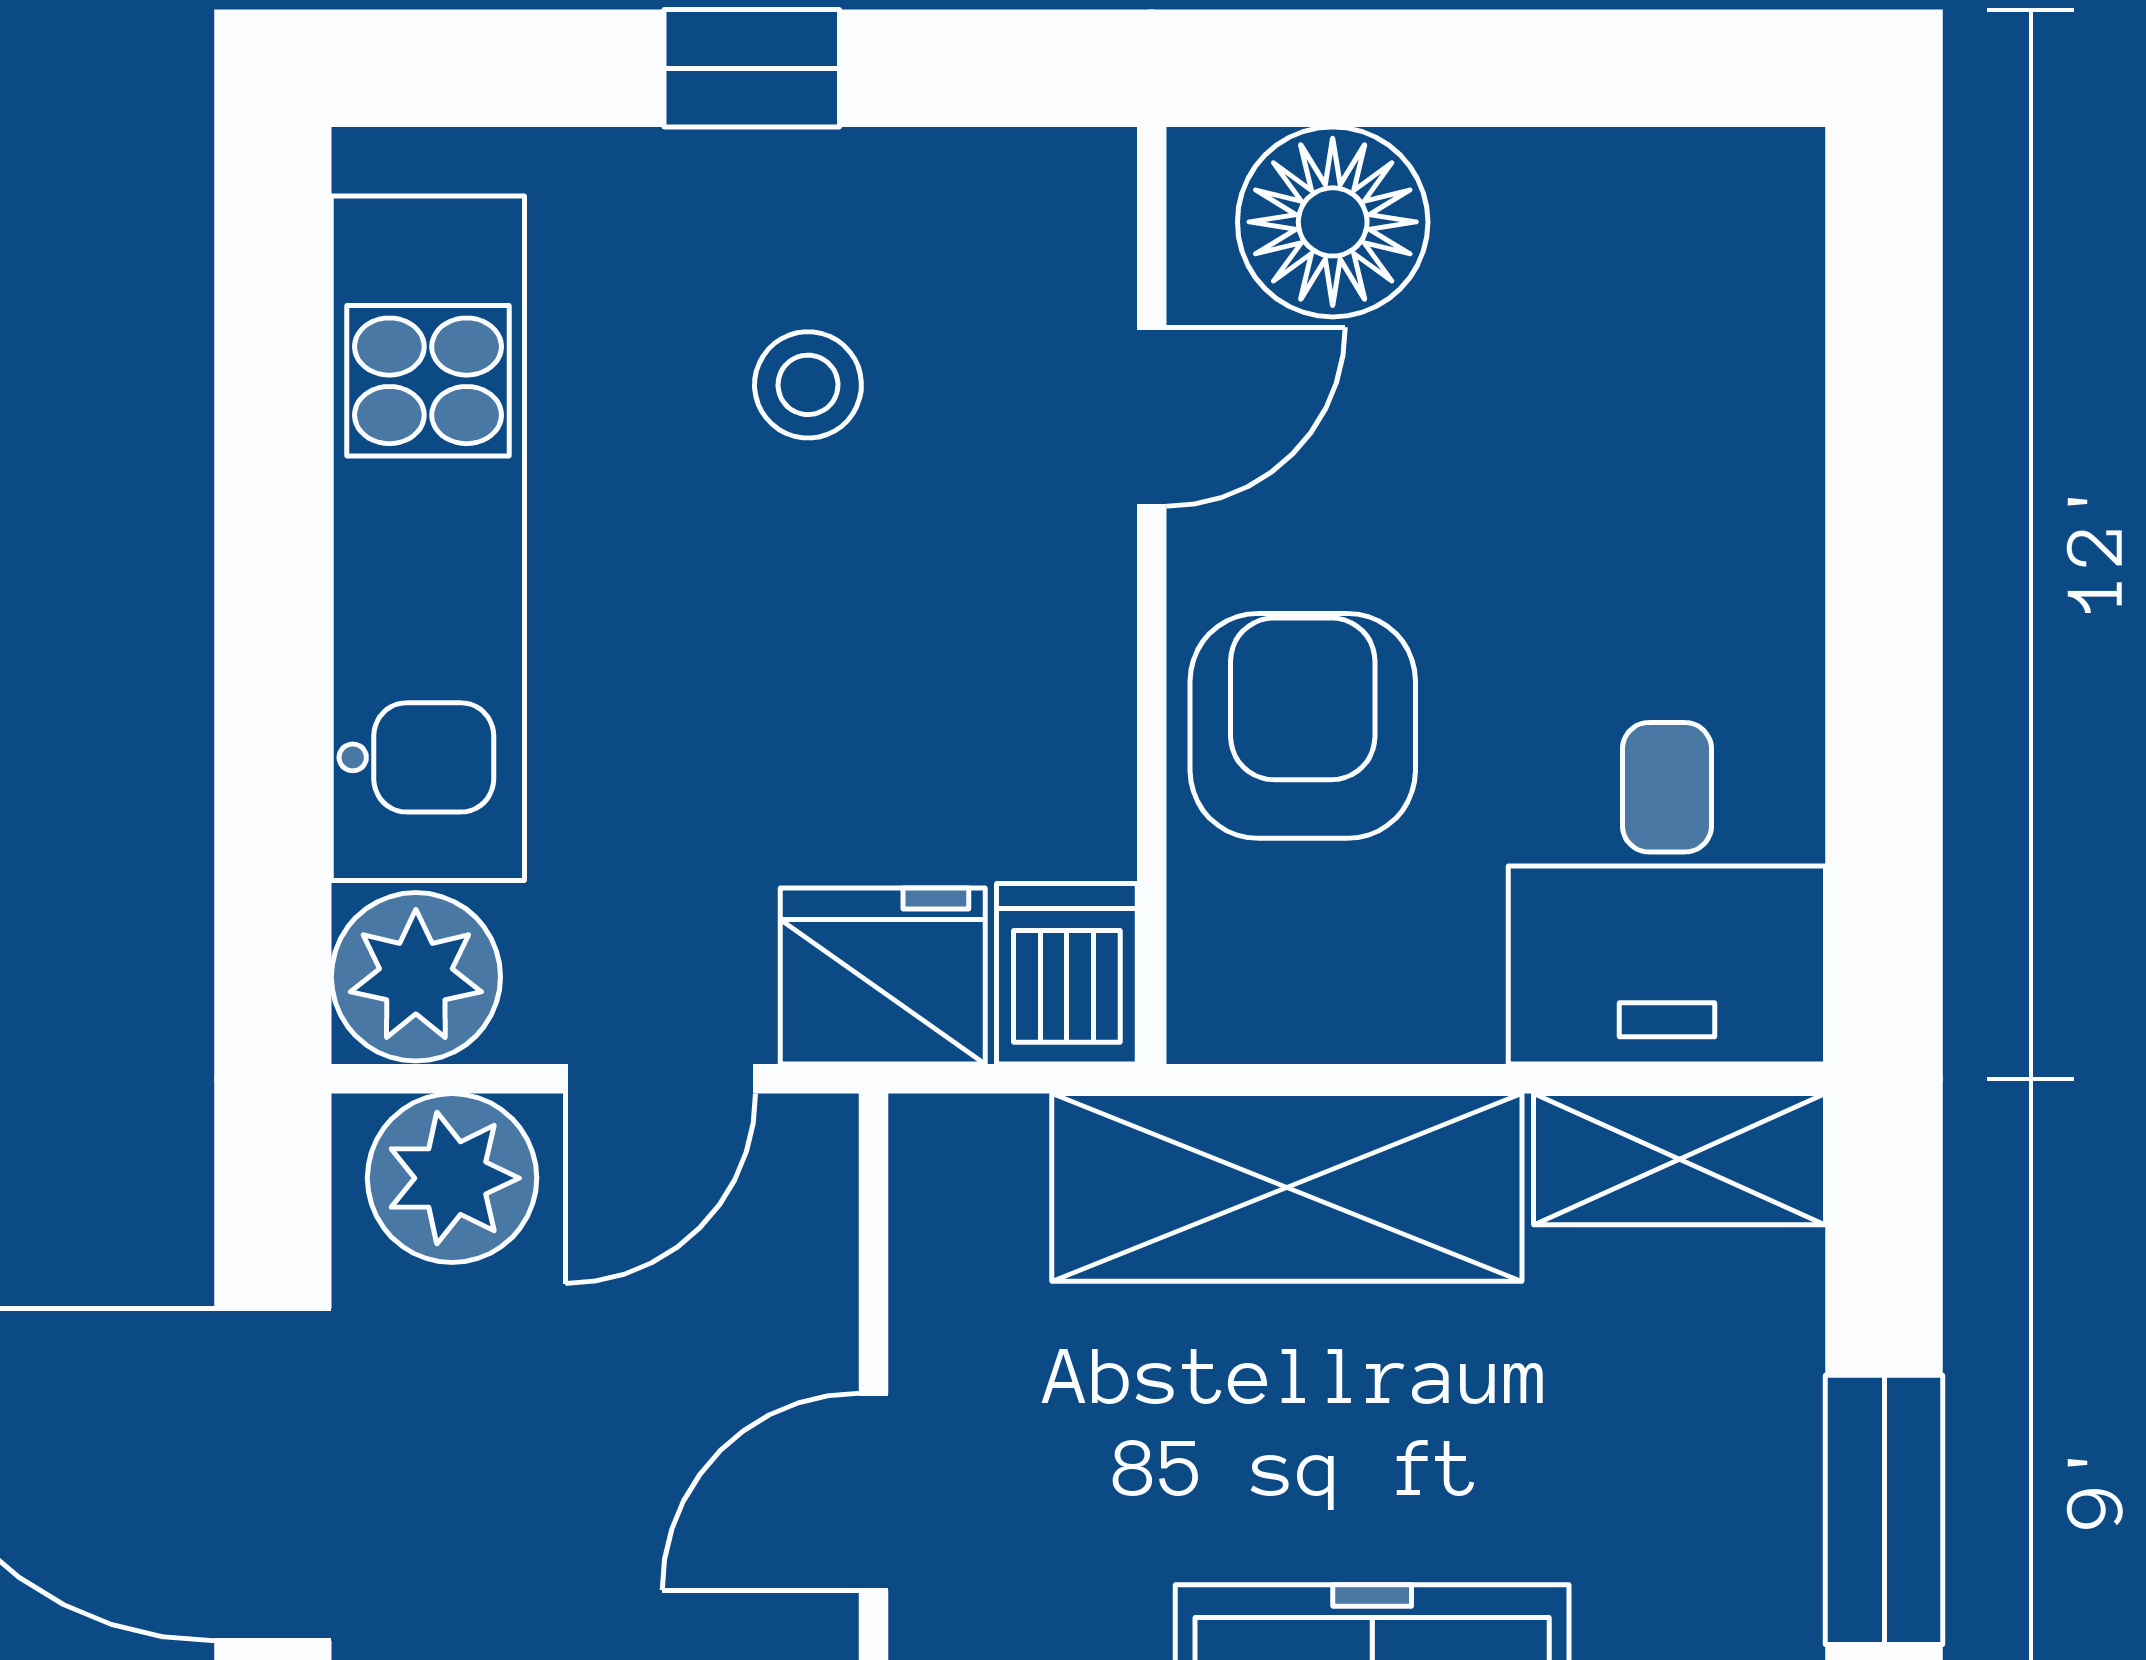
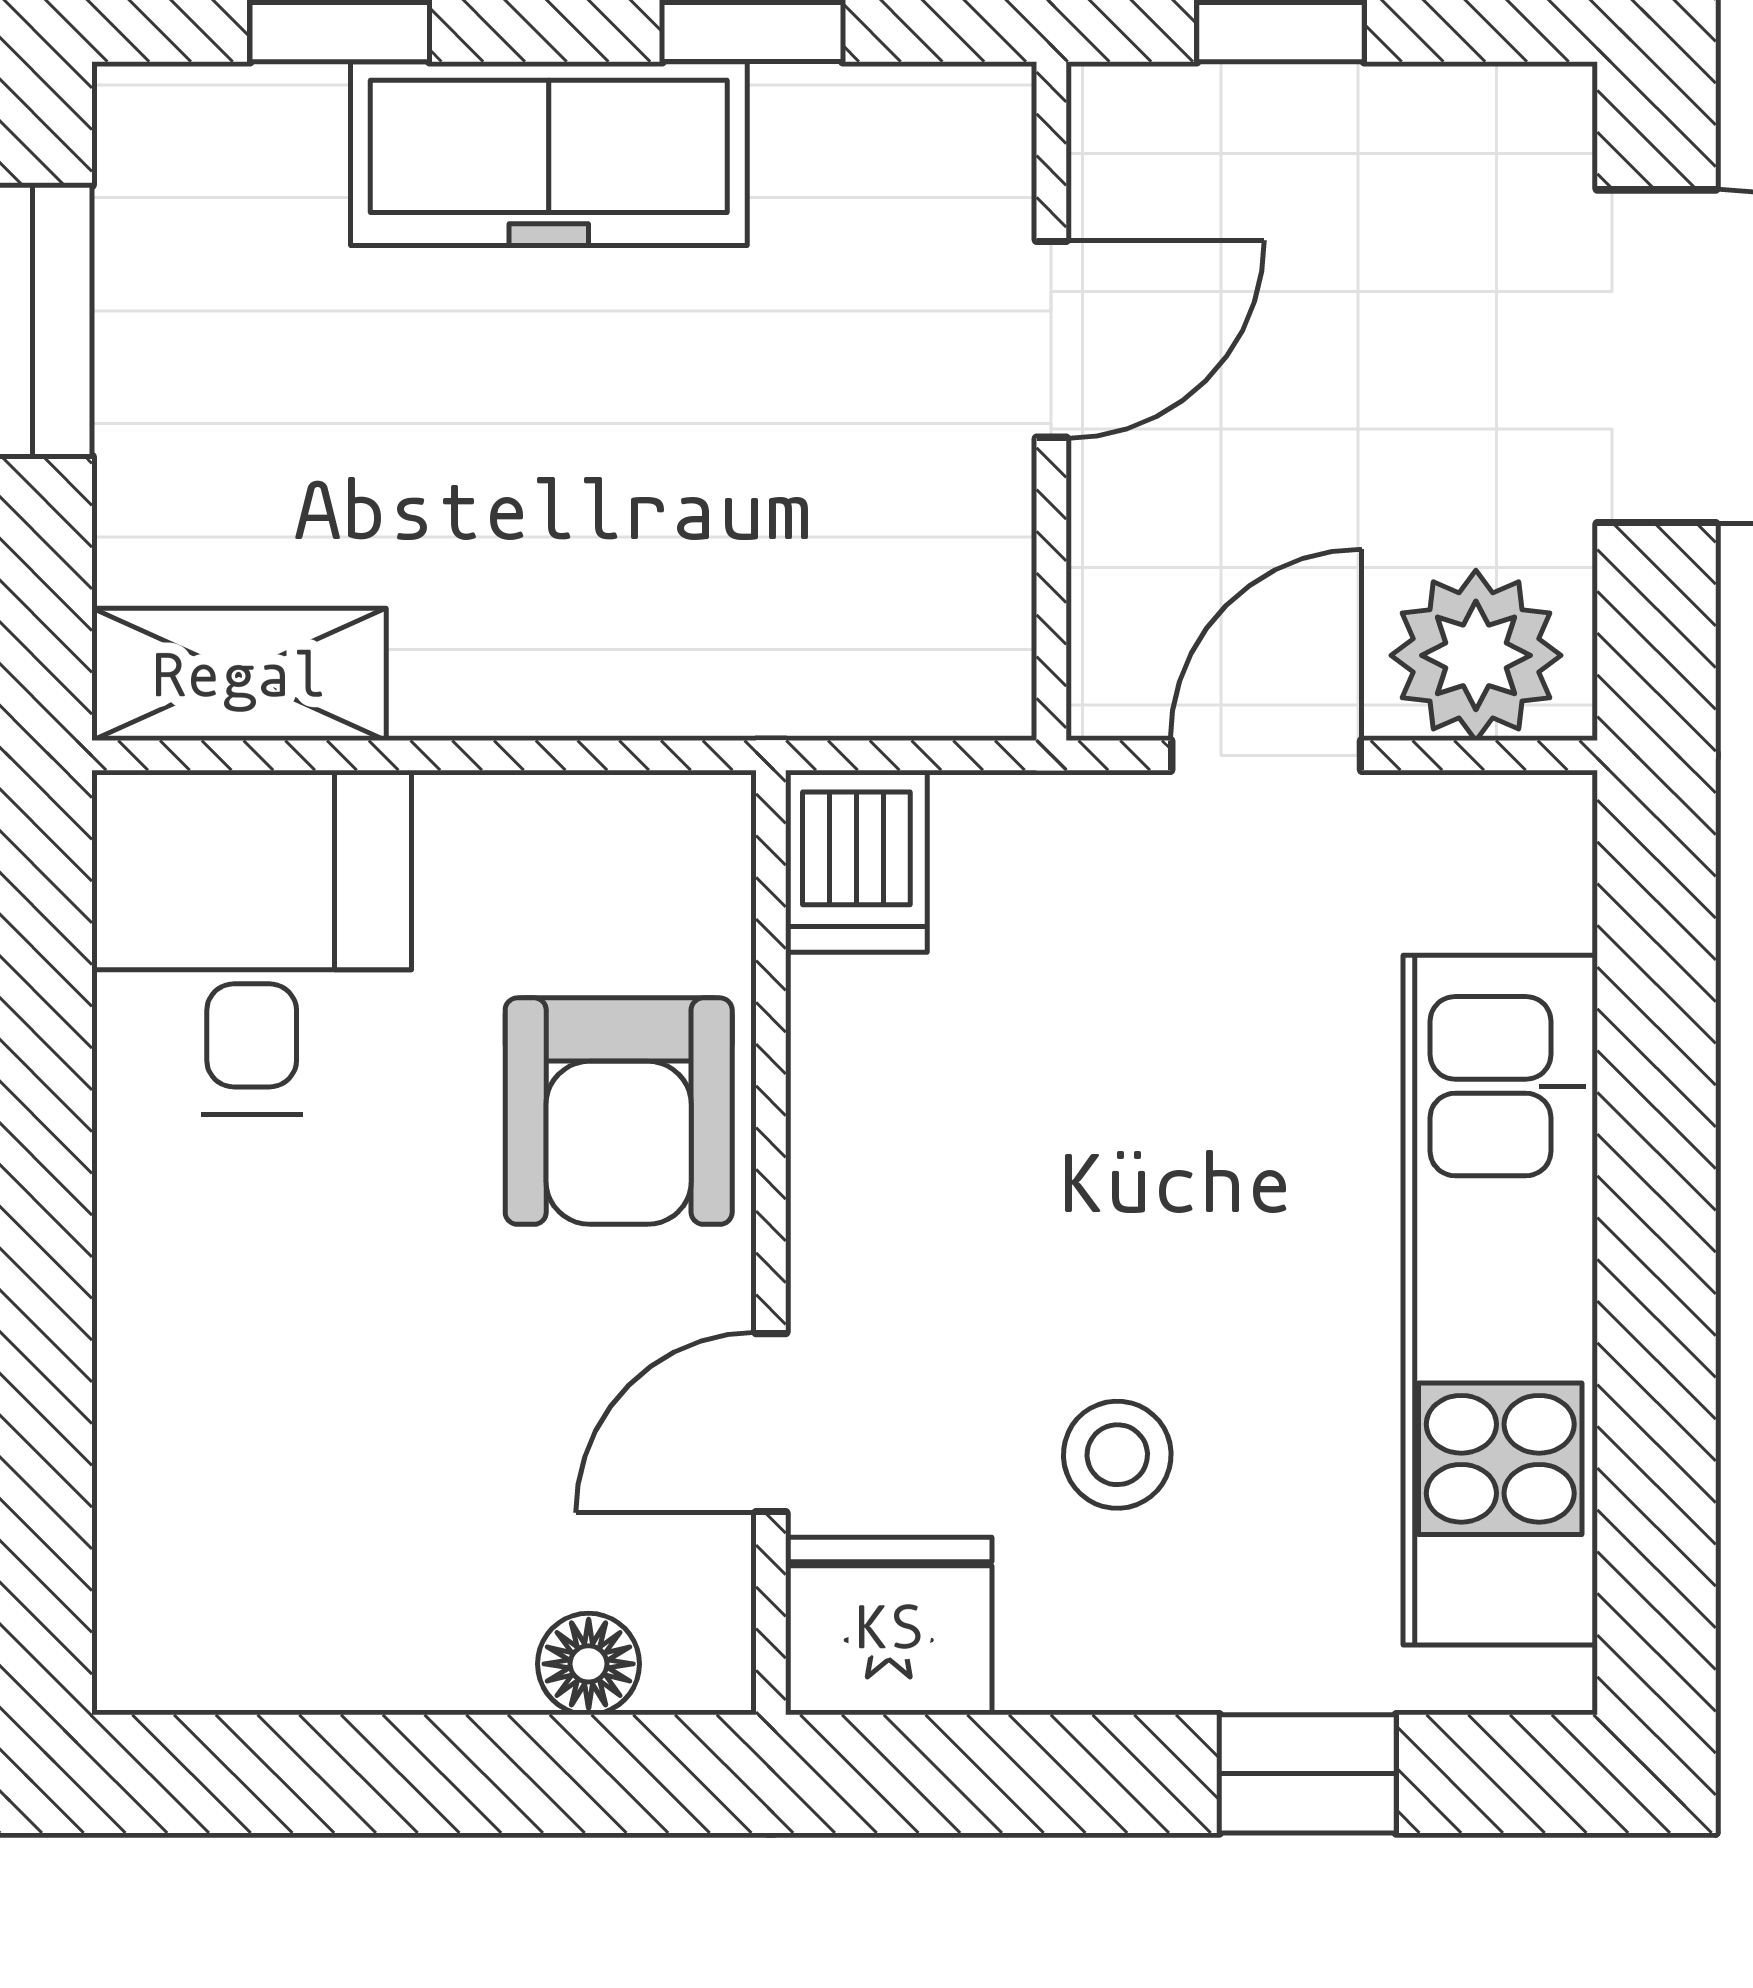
window: (752, 68) -> (1308, 1774), moved
floor lamp: (1333, 222) -> (589, 1664), width x0.53, depth x0.53
fridge: (883, 976) -> (889, 1626), moved, turned 180
plant: (416, 977) -> (1512, 858), removed
shelving: (1287, 1187) -> (635, 646), removed

